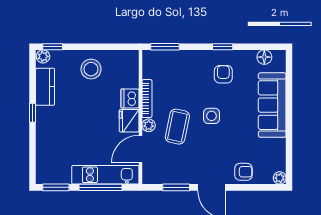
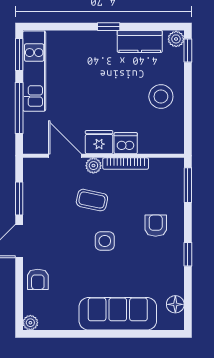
armchair: (223, 74) -> (156, 226), moved, turned -90
coffee table: (177, 127) -> (92, 200), width x0.73, depth x0.77
kitchen unit: (105, 175) -> (34, 71), moved

